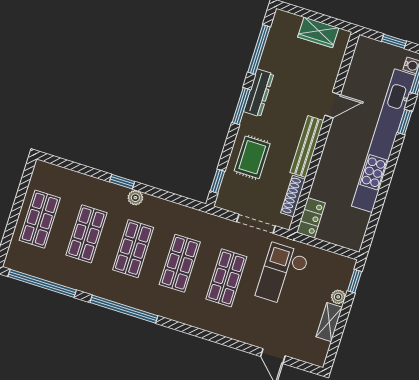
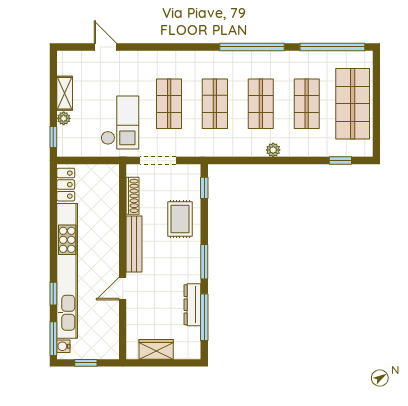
dresser: (259, 93) -> (192, 305), moved
window: (122, 182) -> (340, 161), moved
locker: (311, 218) -> (66, 185), moved, turned 180
shop shelf: (40, 219) -> (353, 104), width x1.43, depth x1.36

